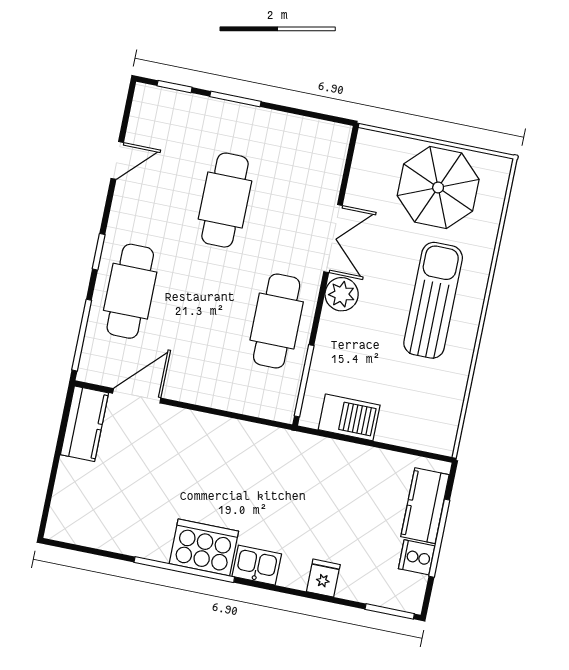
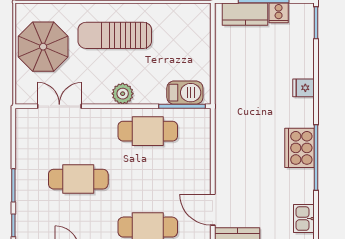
double door: (333, 239) -> (59, 106), moved
barbecue: (349, 417) -> (185, 93), moved, turned 90
kitchen sink: (257, 565) -> (304, 219), moved
fridge: (323, 578) -> (304, 88), moved

